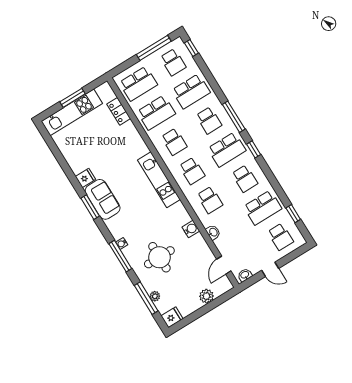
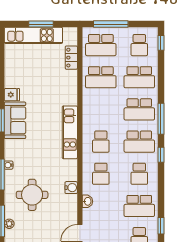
window: (154, 48) -> (111, 24), moved
school desk: (209, 120) -> (139, 109), width x1.85
school desk: (174, 142) -> (101, 109), removed

